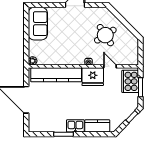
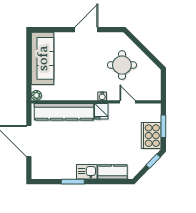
sofa: (38, 24) -> (43, 58), width x1.36
round table: (105, 35) -> (122, 65), turned 33
fridge: (93, 77) -> (101, 111), width x0.53, depth x0.75
cooker: (130, 81) -> (151, 136), moved

